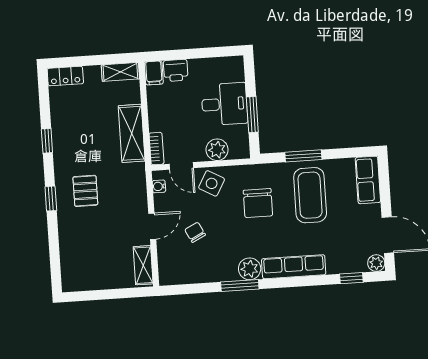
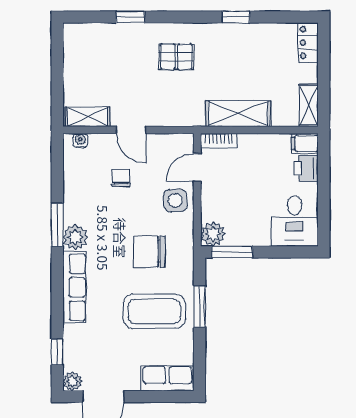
desk: (224, 104) -> (295, 221), moved
window: (252, 115) -> (232, 252), moved
plant: (217, 150) -> (213, 234), moved
side table: (212, 183) -> (175, 201), turned -33
water cooler: (159, 186) -> (80, 141), moved
window: (51, 199) -> (130, 17), moved
chair: (195, 232) -> (121, 178), turned -63

